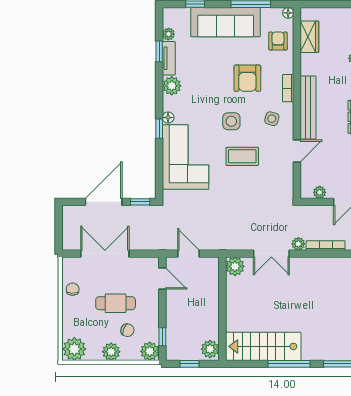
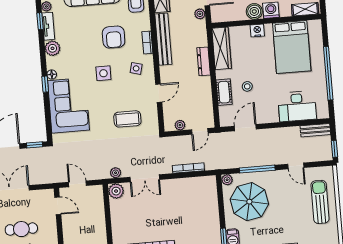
bench: (308, 107) -> (163, 39), moved
coffee table: (242, 156) -> (127, 119), moved
plant: (298, 244) -> (116, 173), moved

